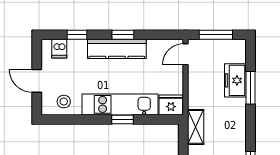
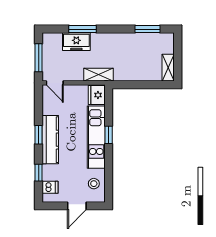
shelving: (196, 127) -> (99, 75), moved

